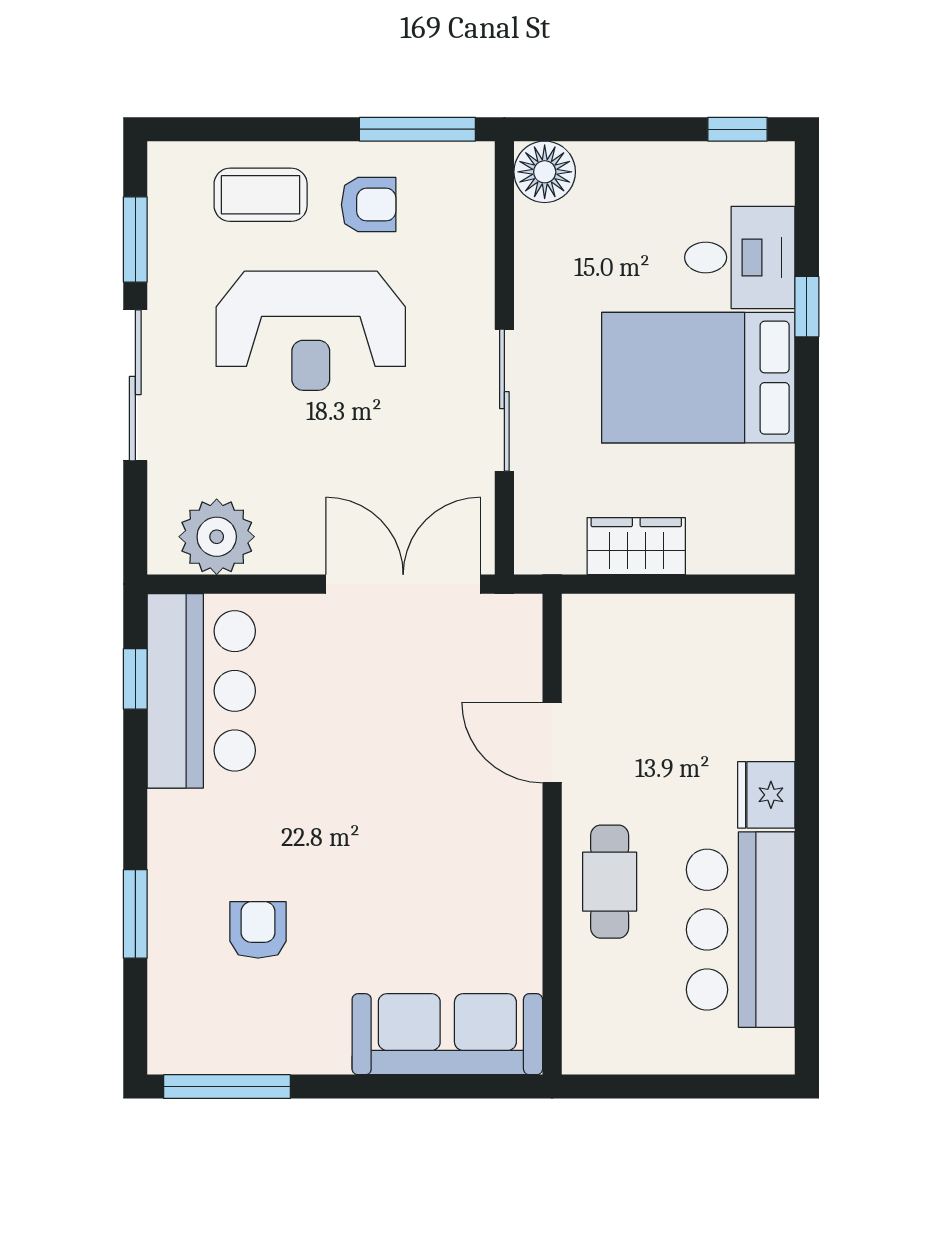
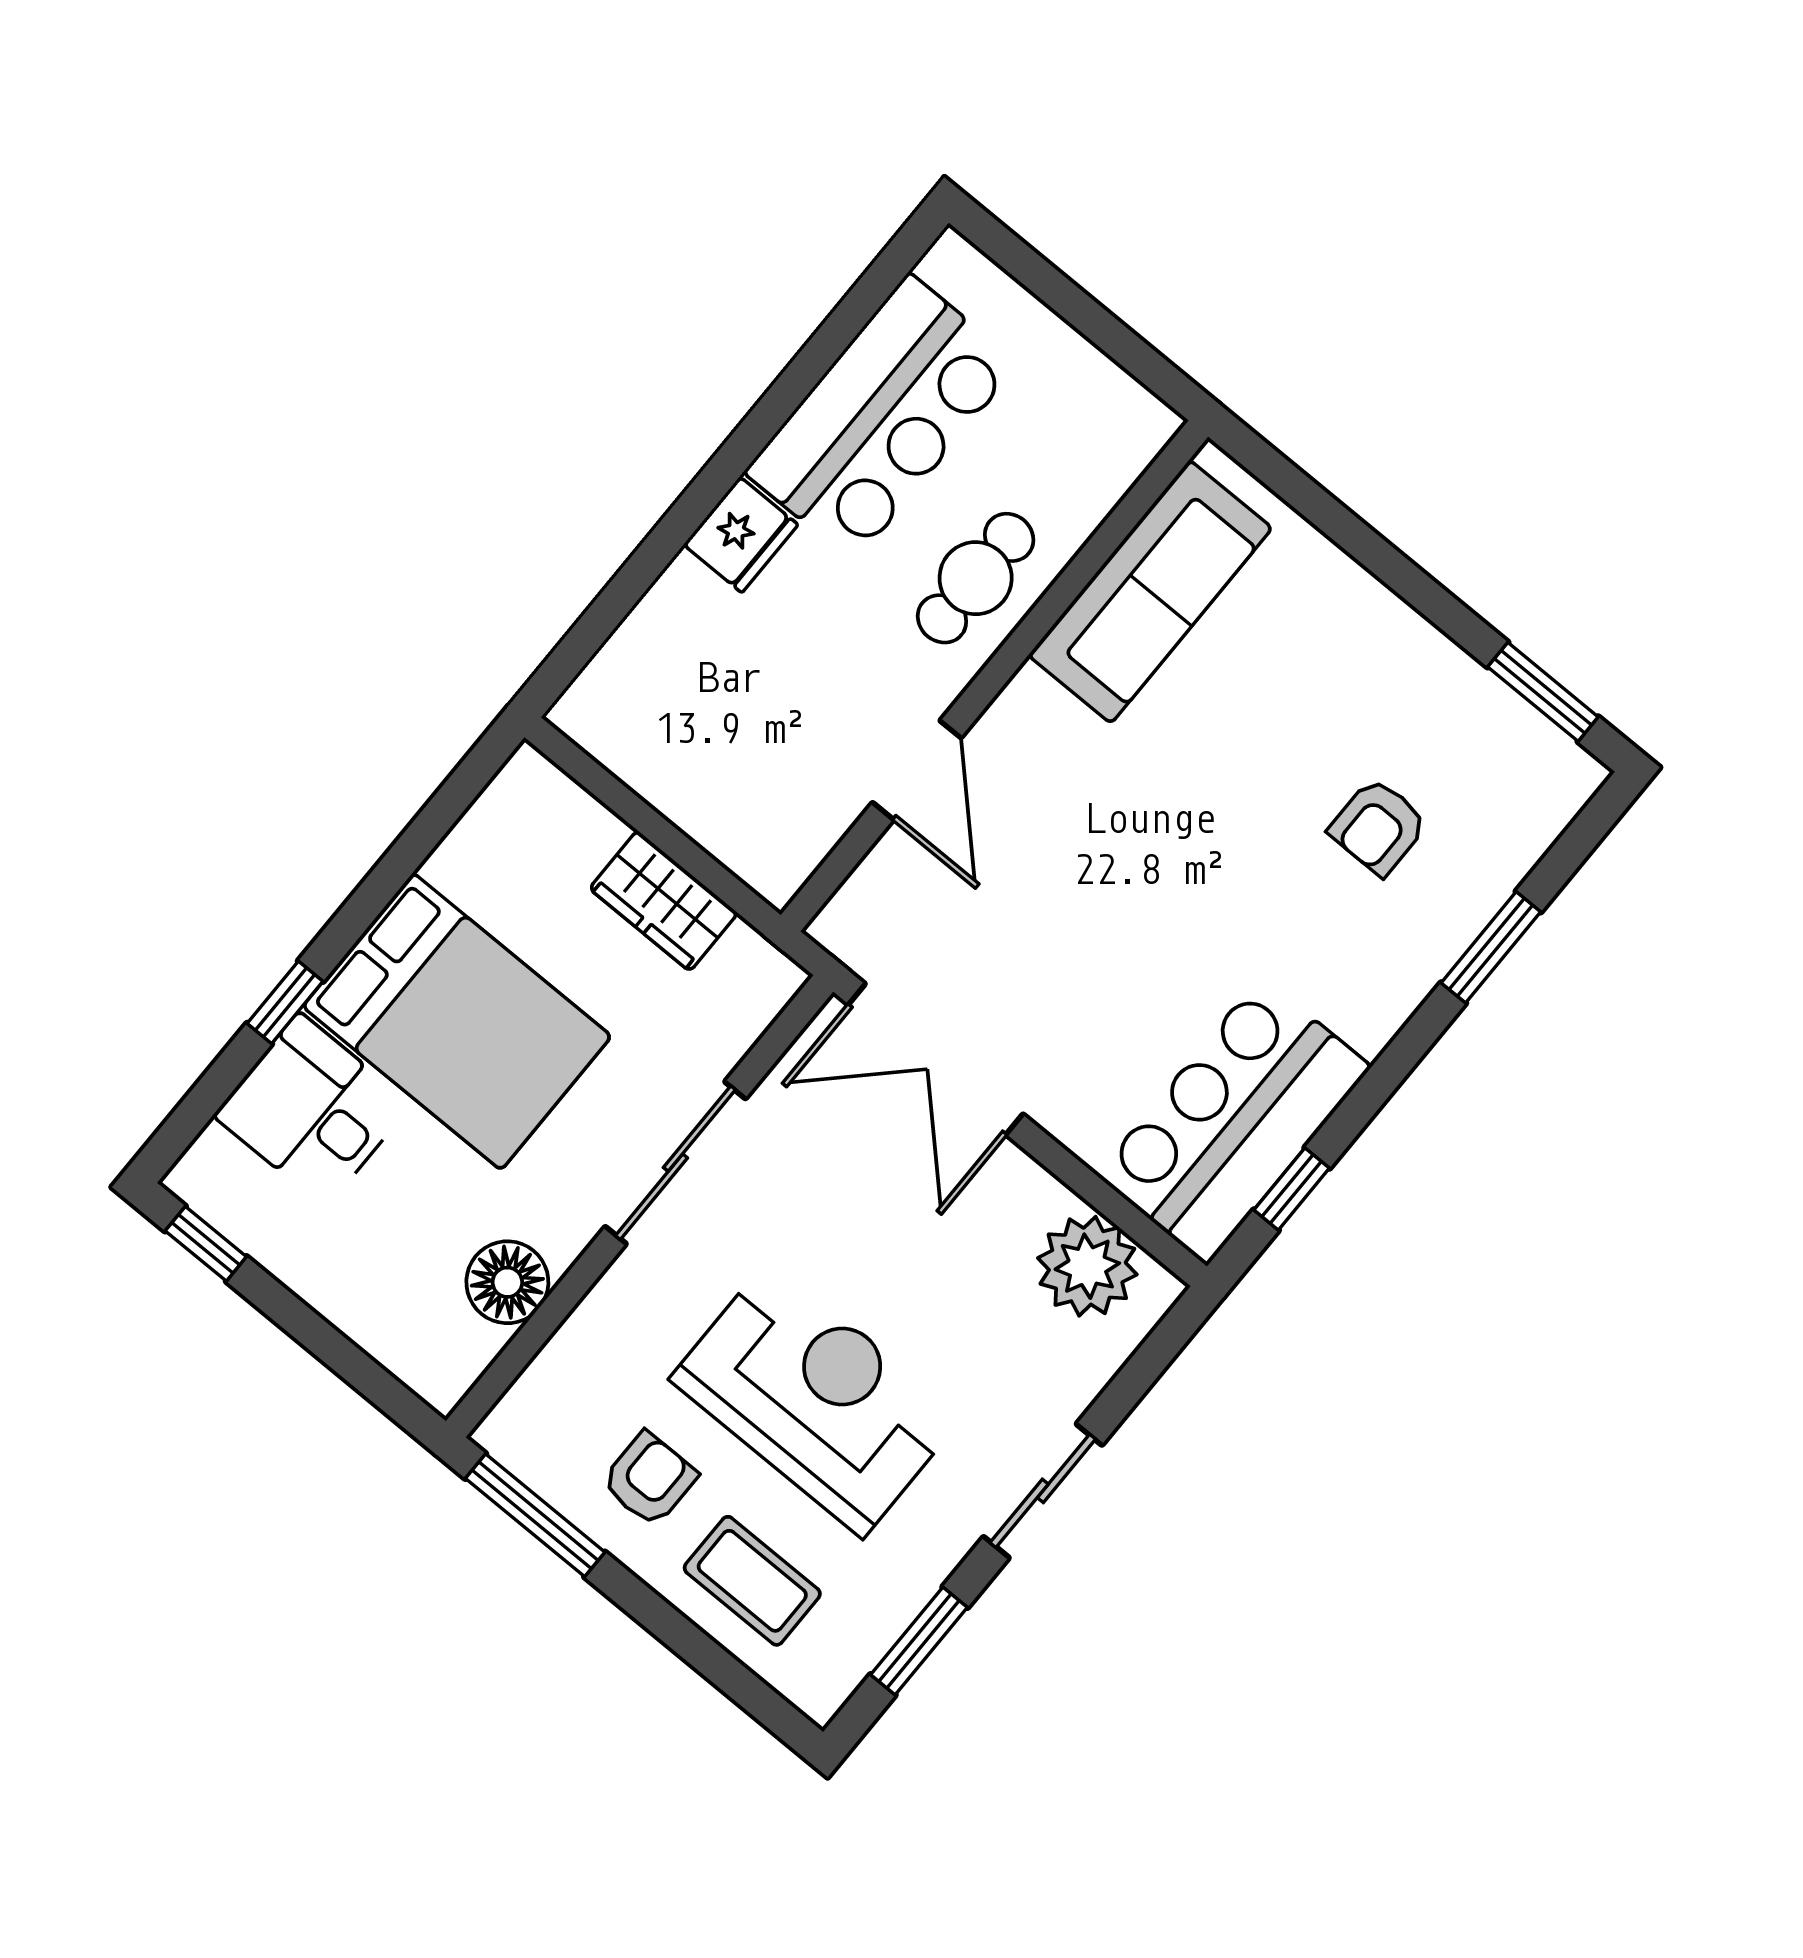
floor lamp: (545, 172) -> (507, 1282), moved
armchair: (369, 205) -> (649, 1479), turned 90
sliding door: (135, 385) -> (1043, 1491), width x0.73
sofa: (447, 1034) -> (1150, 592), moved, turned -90
window: (227, 1087) -> (1543, 692), width x0.69

